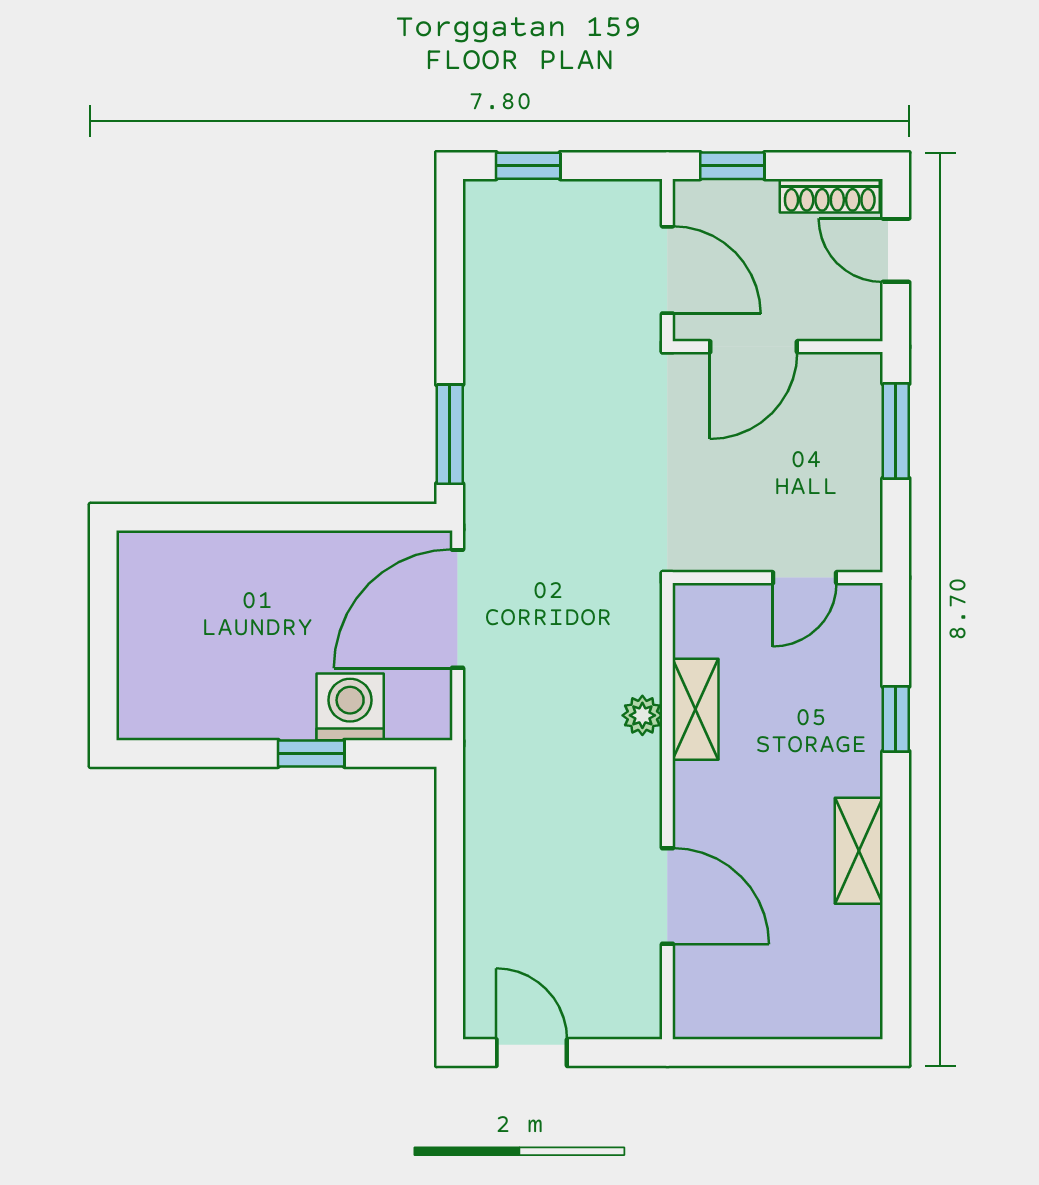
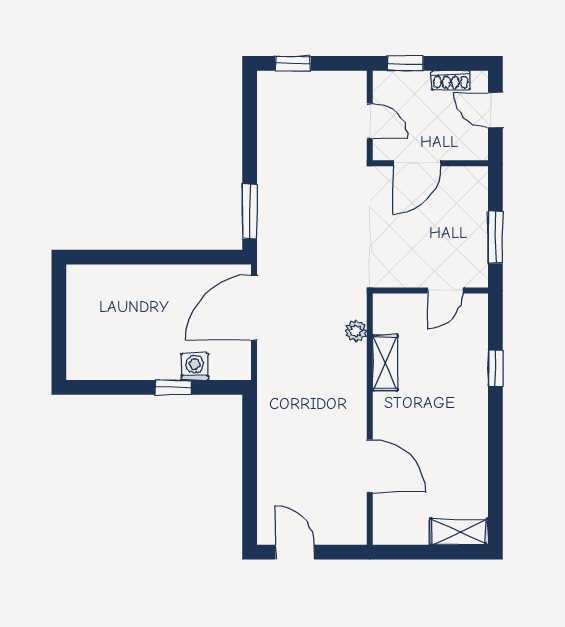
shoe rack: (830, 196) -> (451, 80), width x0.70
door: (667, 270) -> (370, 121), width x0.73
window: (896, 431) -> (495, 237), moved
washing machine: (350, 707) -> (195, 367), width x0.73, depth x0.73
plant: (642, 715) -> (356, 331), moved
shelving: (859, 851) -> (459, 532), moved, turned 90

